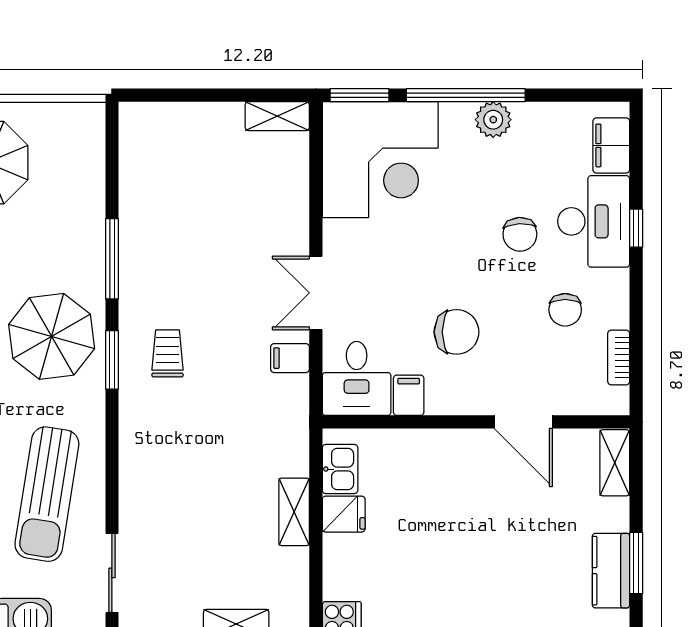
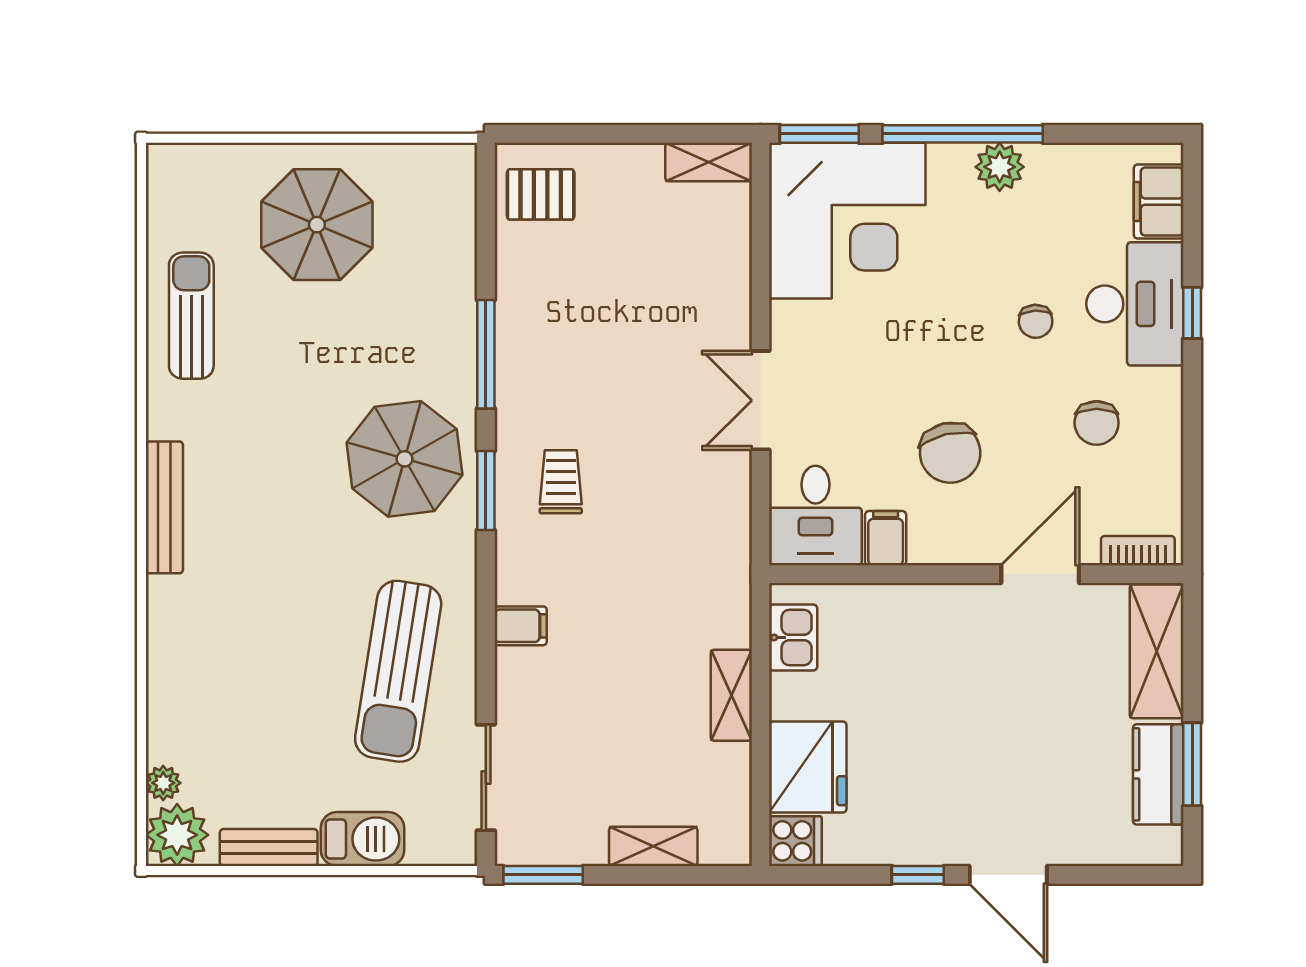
pallet: (153, 140) -> (541, 194), added
chair: (520, 234) -> (1036, 321), width x0.73, depth x0.73
chair: (457, 332) -> (950, 453), turned 77
bookcase: (619, 357) -> (1138, 551), moved, turned 90
filing cabinet: (290, 358) -> (521, 626), moved, turned 180
door: (523, 422) -> (1040, 574), swing flipped
shelving: (615, 463) -> (1157, 651), width x1.50, depth x1.33
fridge: (344, 514) -> (808, 767), moved, width x1.88, depth x1.34

